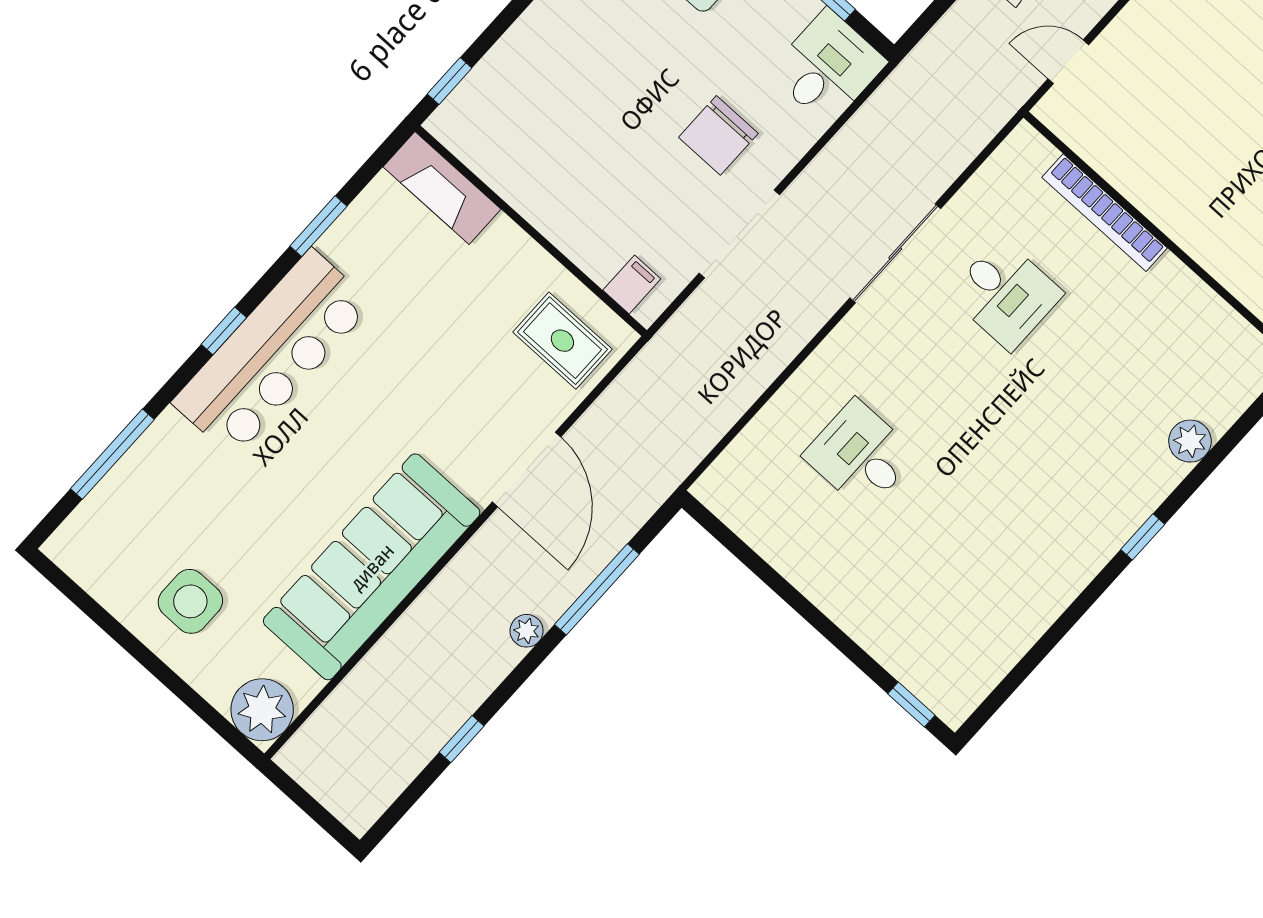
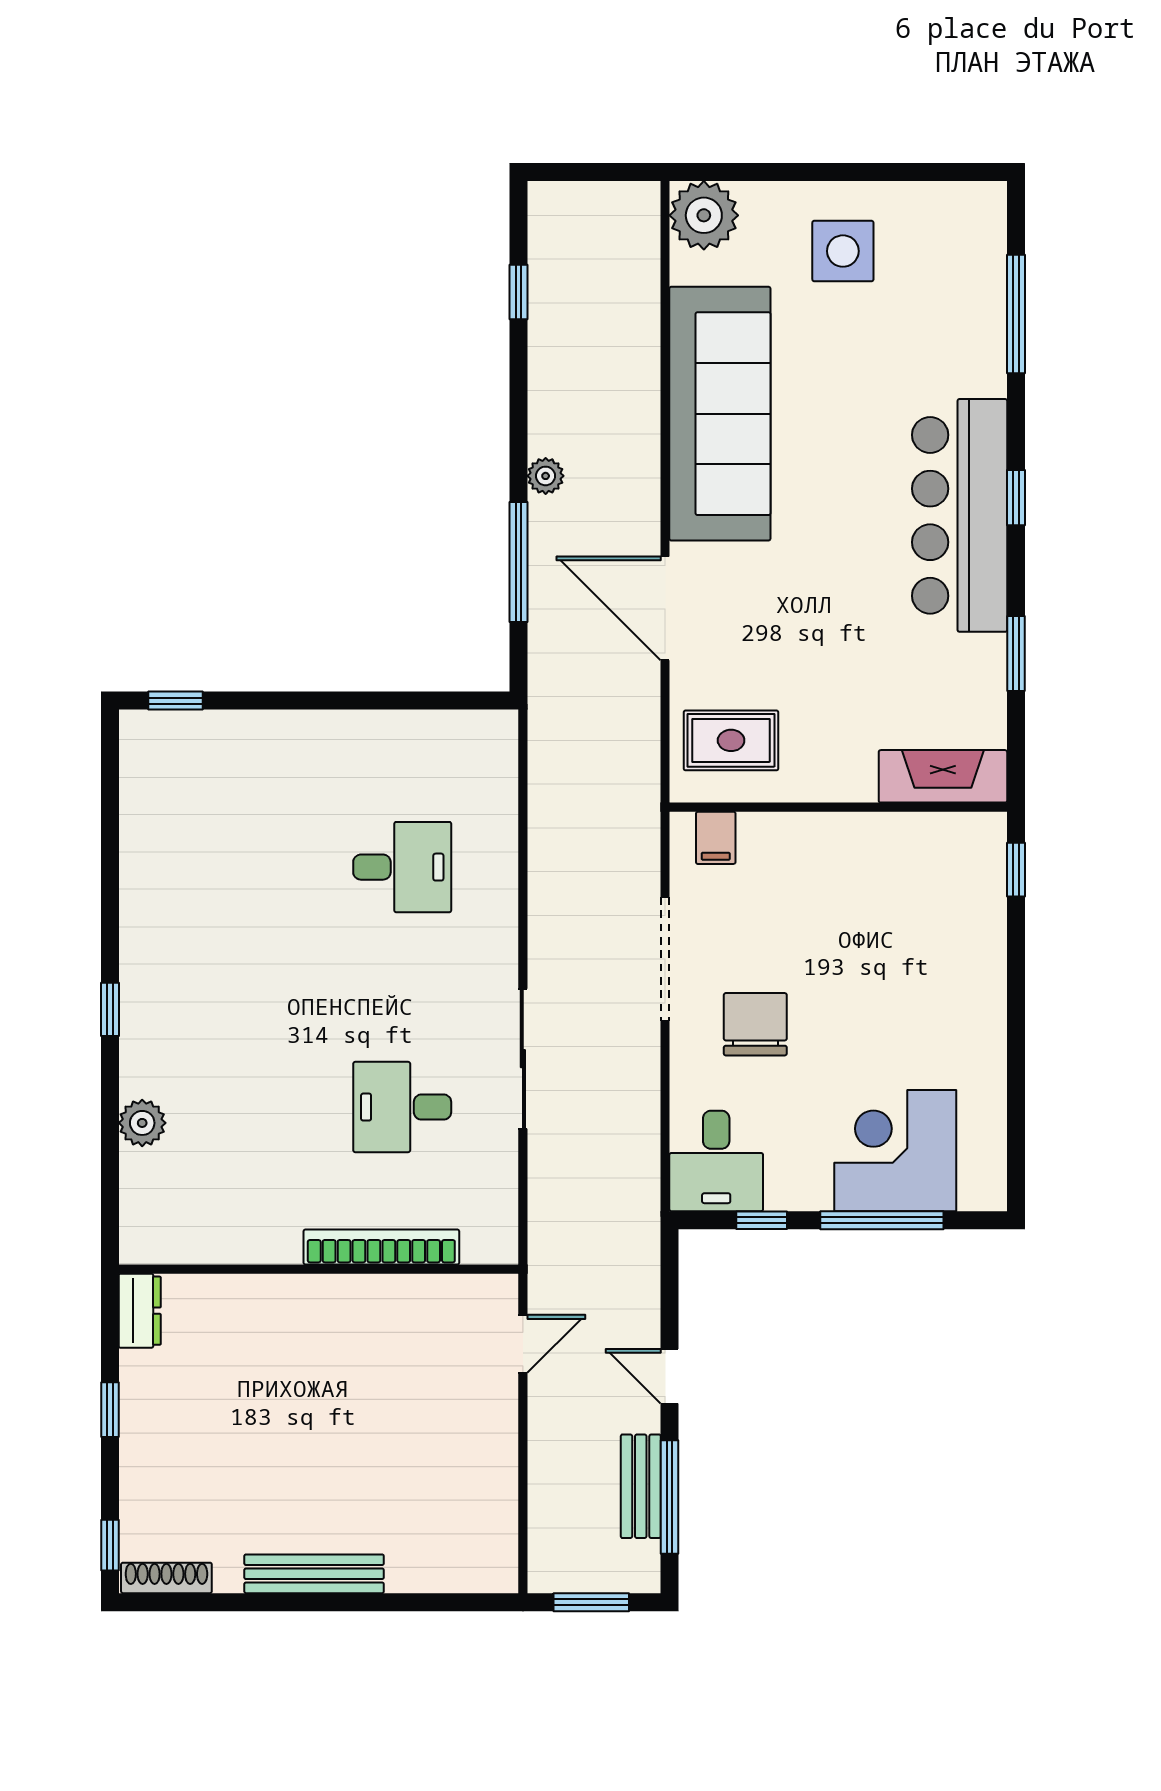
window: (462, 739) -> (518, 292), moved

